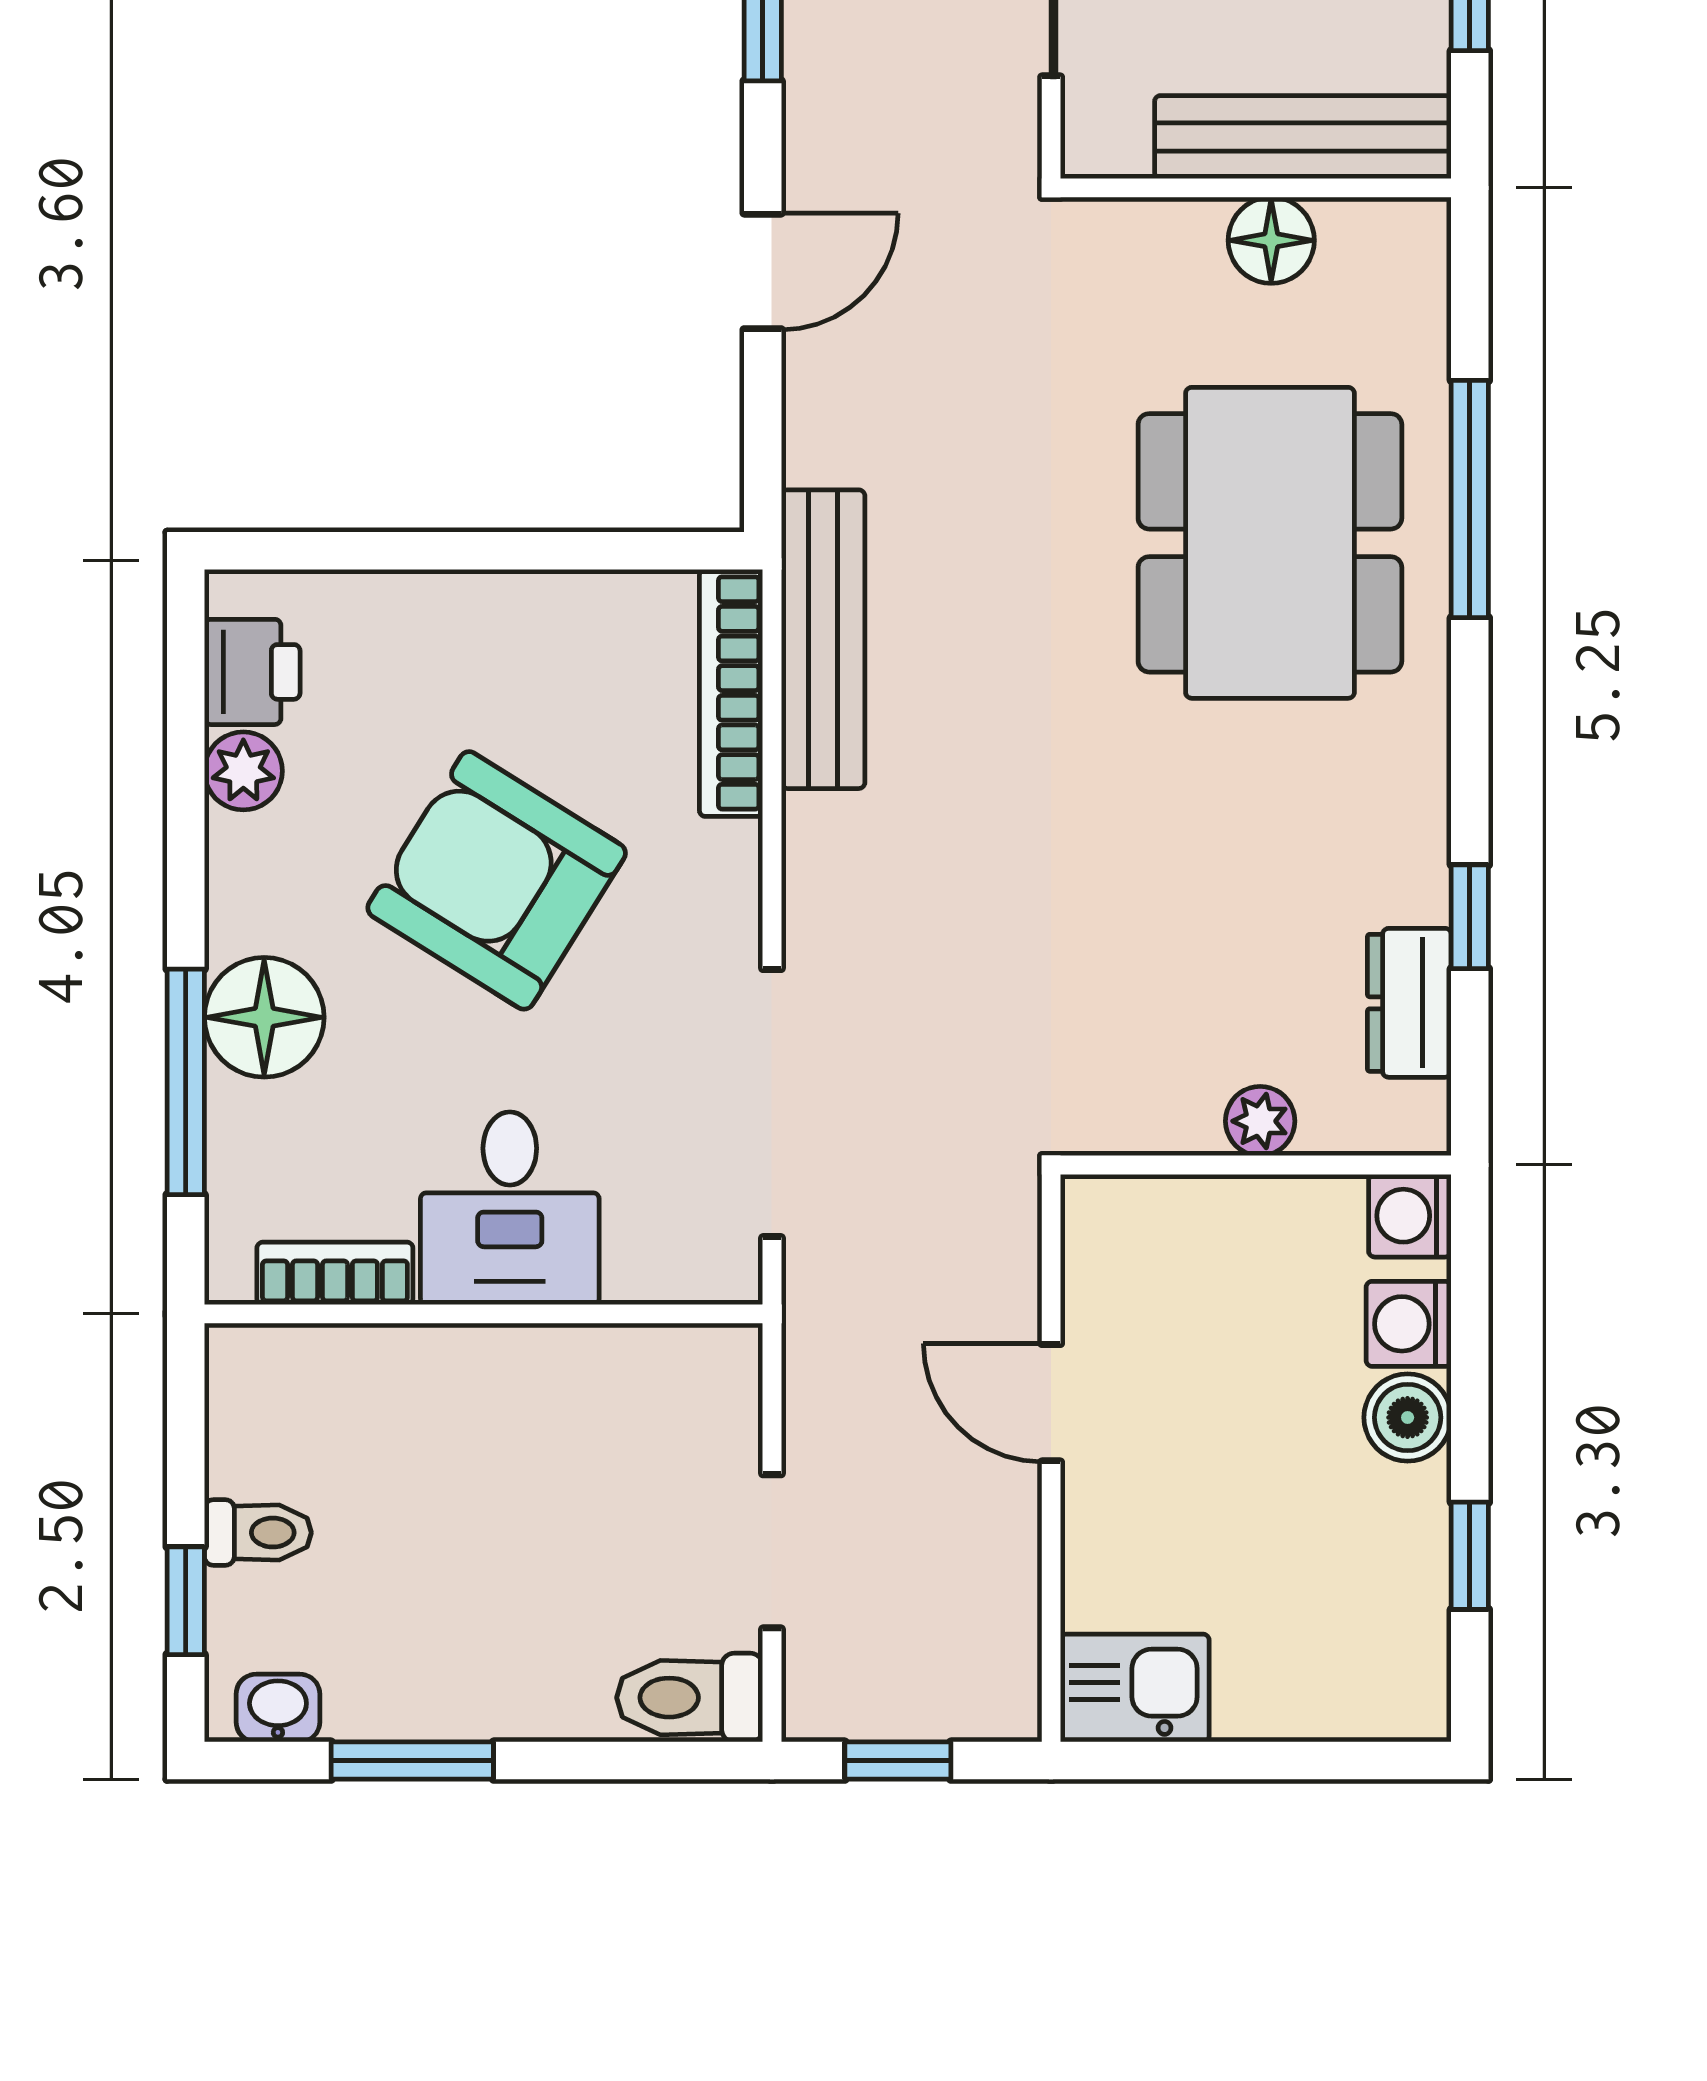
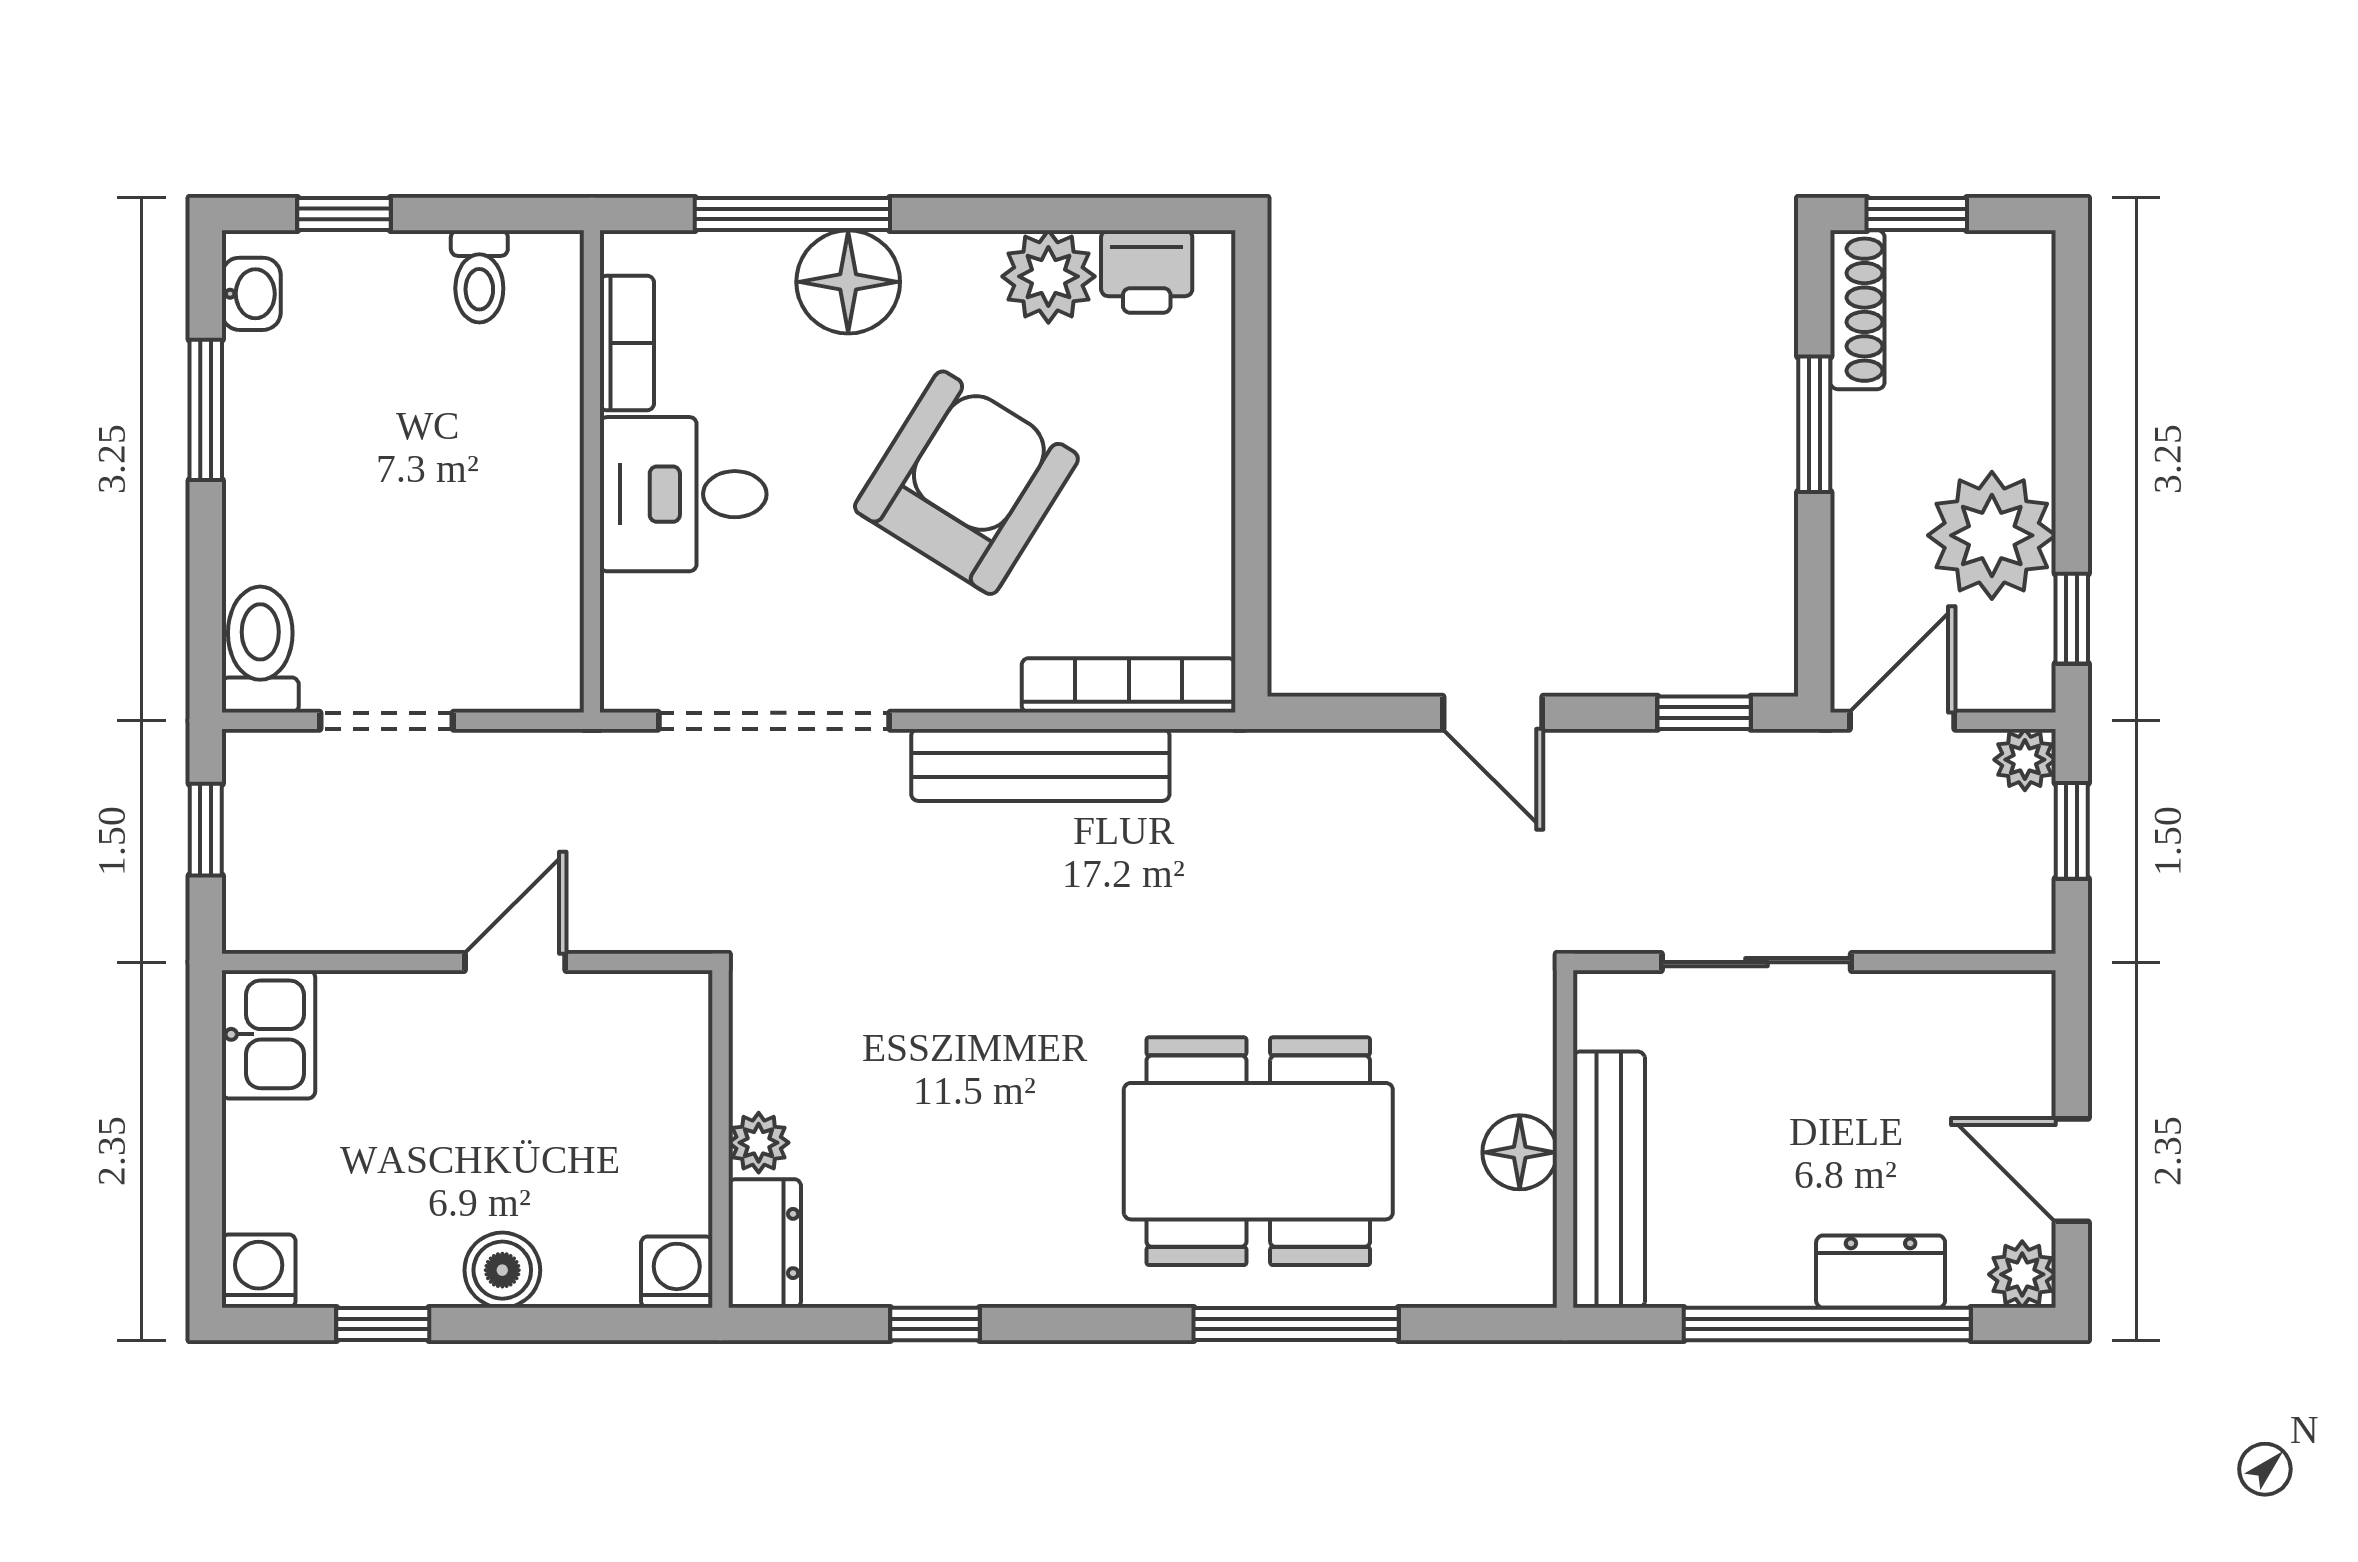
bench: (823, 639) -> (1040, 765), moved
plant: (243, 771) -> (1048, 276), width x1.38, depth x1.38
dresser: (1409, 1003) -> (765, 1243), moved, turned 90
washing machine: (1409, 1324) -> (259, 1271), moved
toilet: (258, 1533) -> (479, 276), moved

